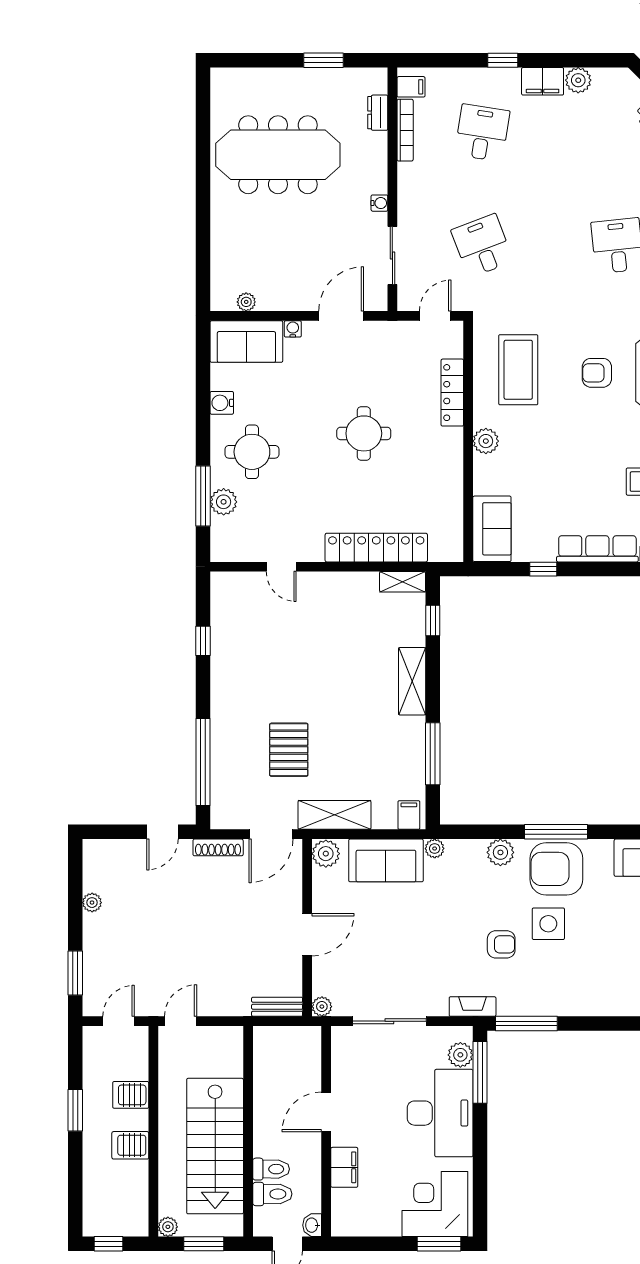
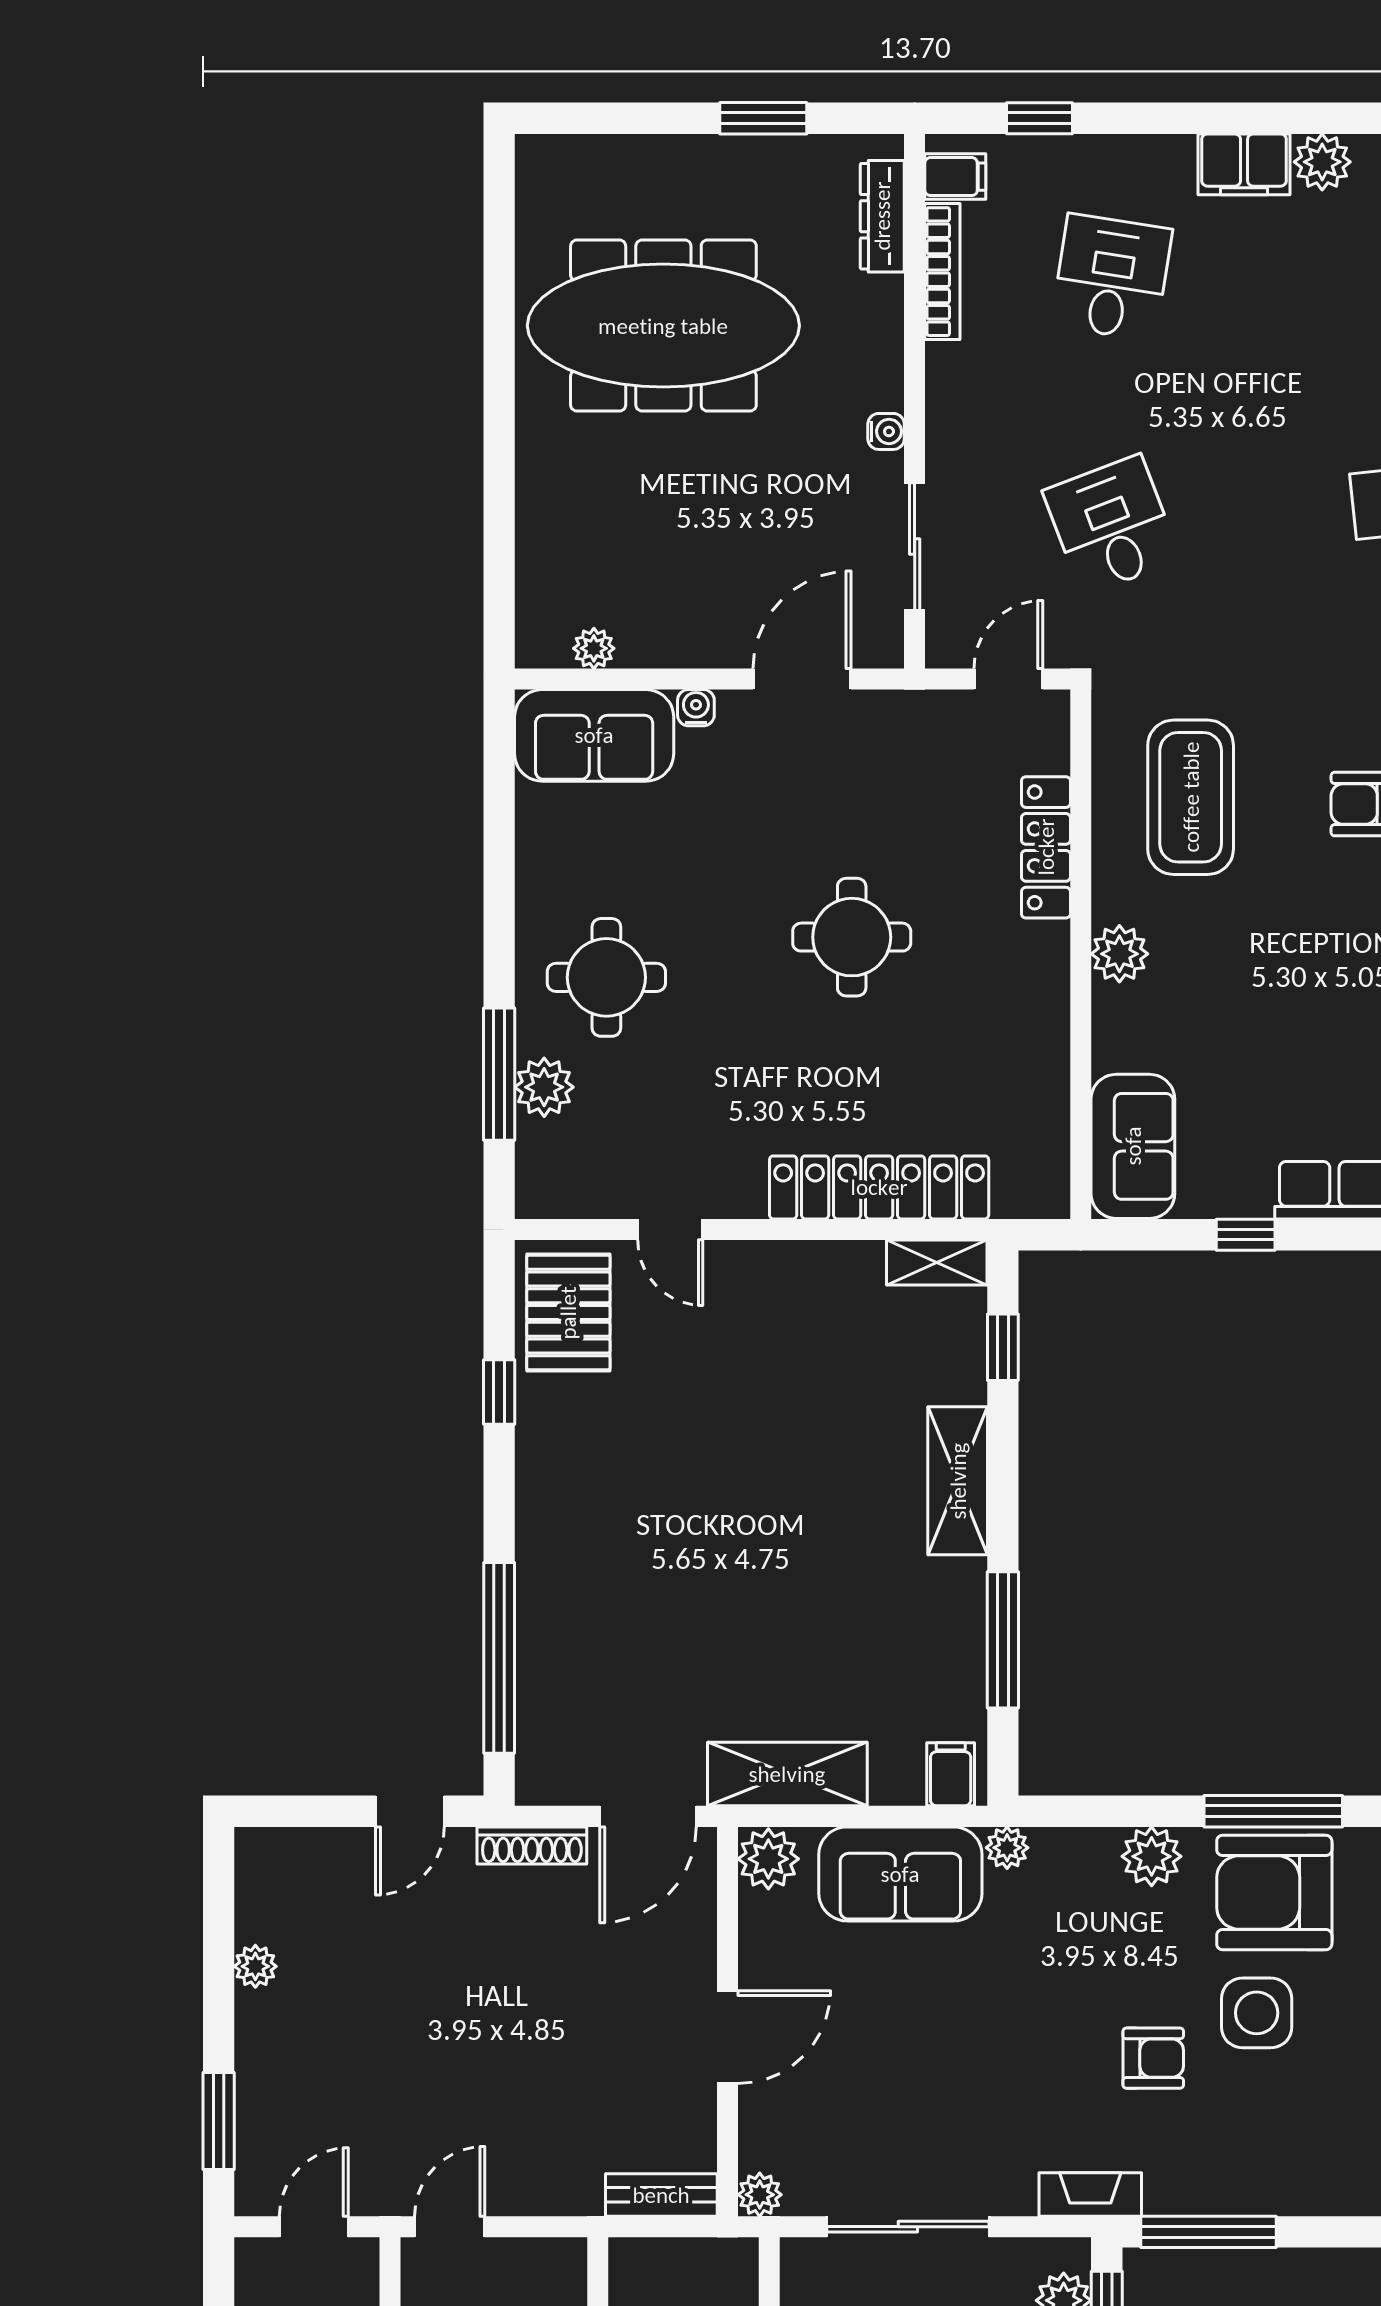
window: (503, 60) -> (1039, 118), moved
dresser: (378, 113) -> (882, 216), width x1.44
water cooler: (222, 403) -> (540, 870), removed
pallet: (289, 750) -> (568, 1313), moved

